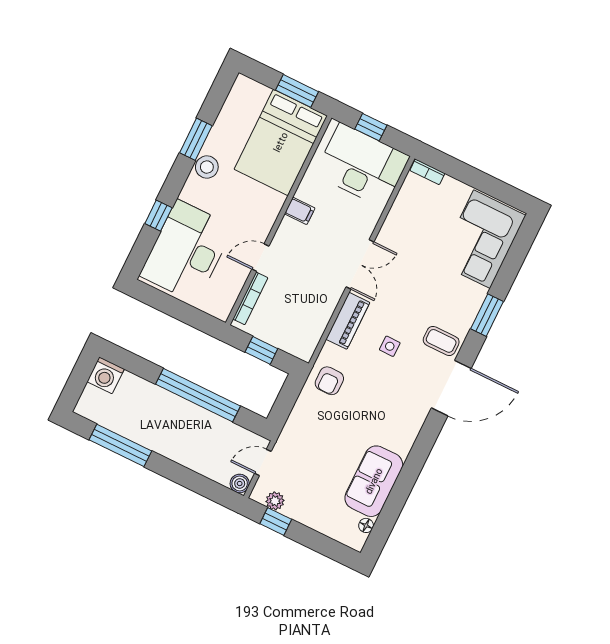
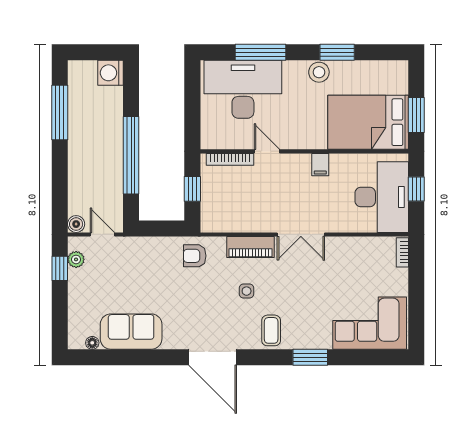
window: (158, 216) -> (260, 52), width x2.17
door: (451, 388) -> (213, 357), moved

